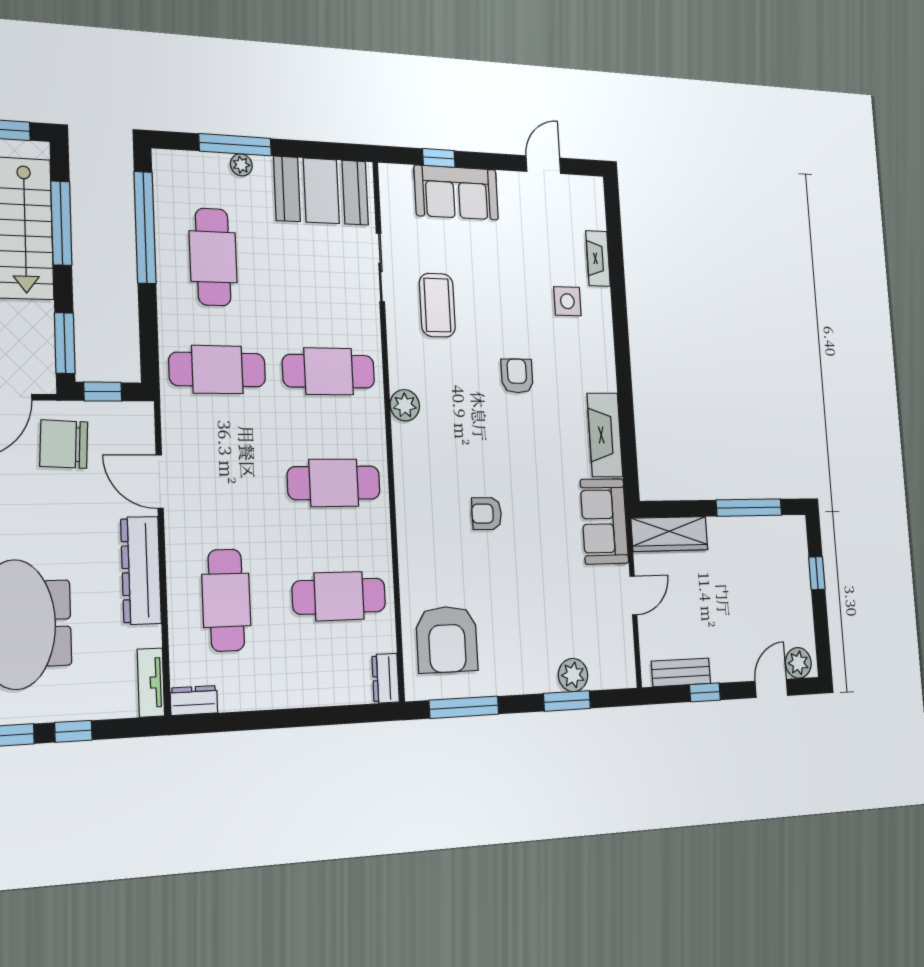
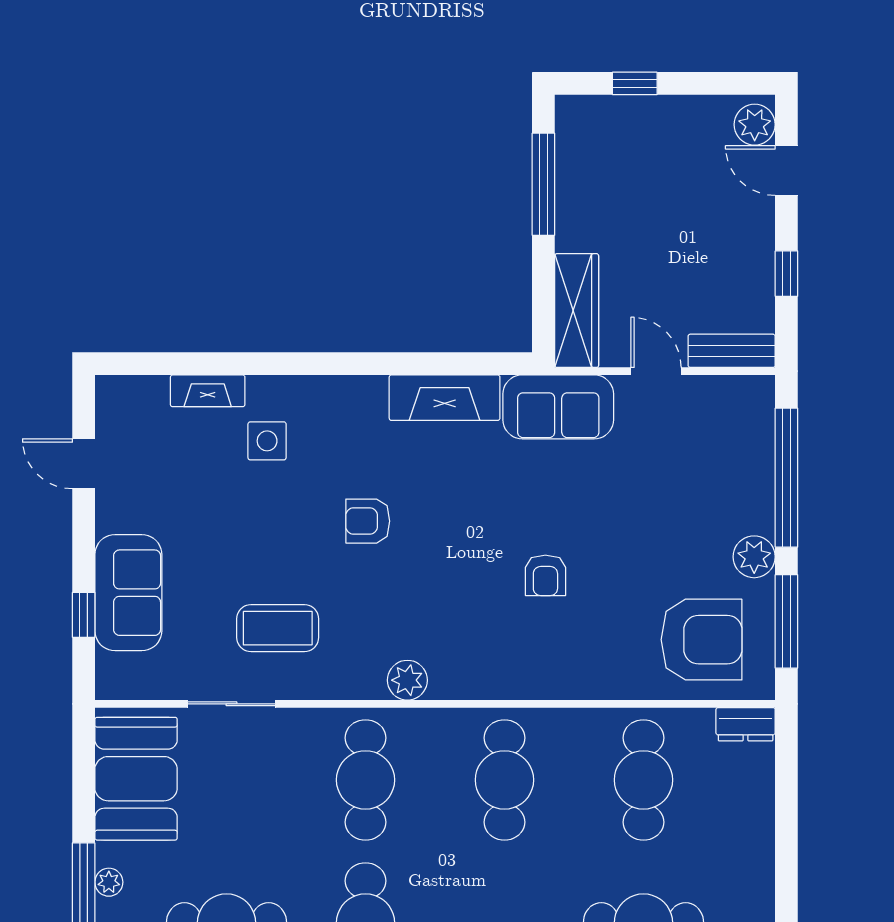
bench: (681, 672) -> (732, 351), moved, turned 90
plant: (573, 675) -> (754, 557), moved
window: (567, 701) -> (786, 478), width x2.11

